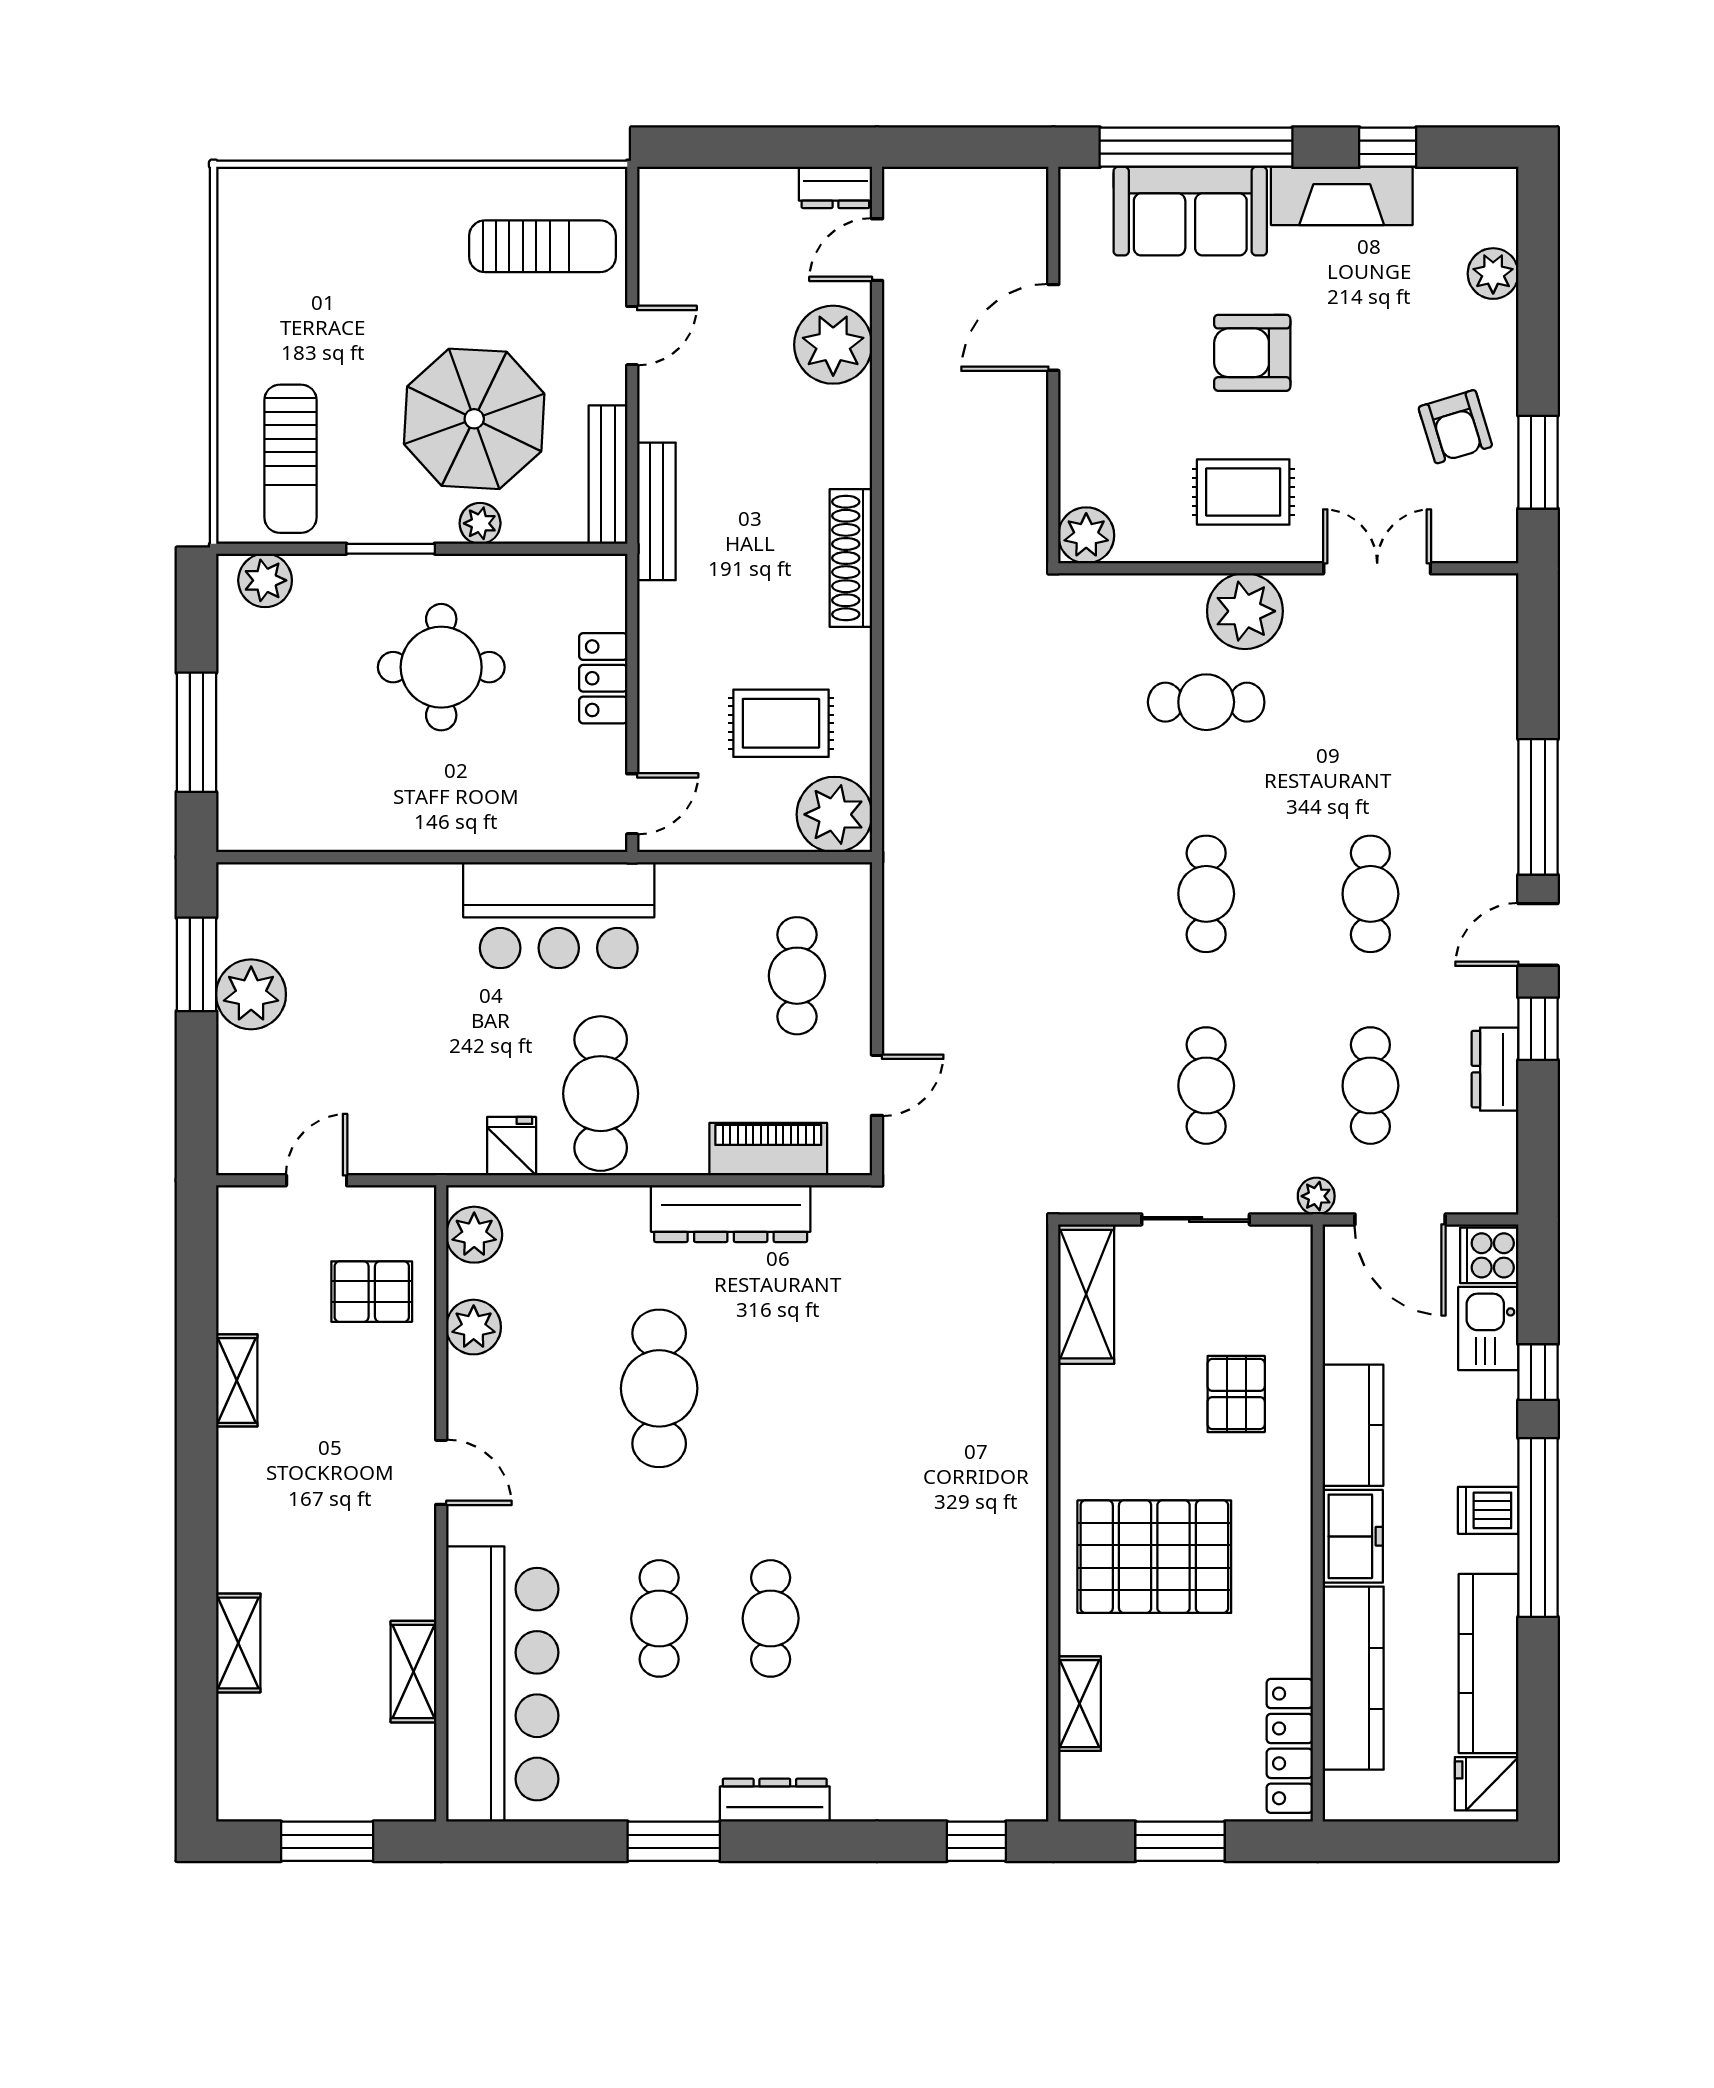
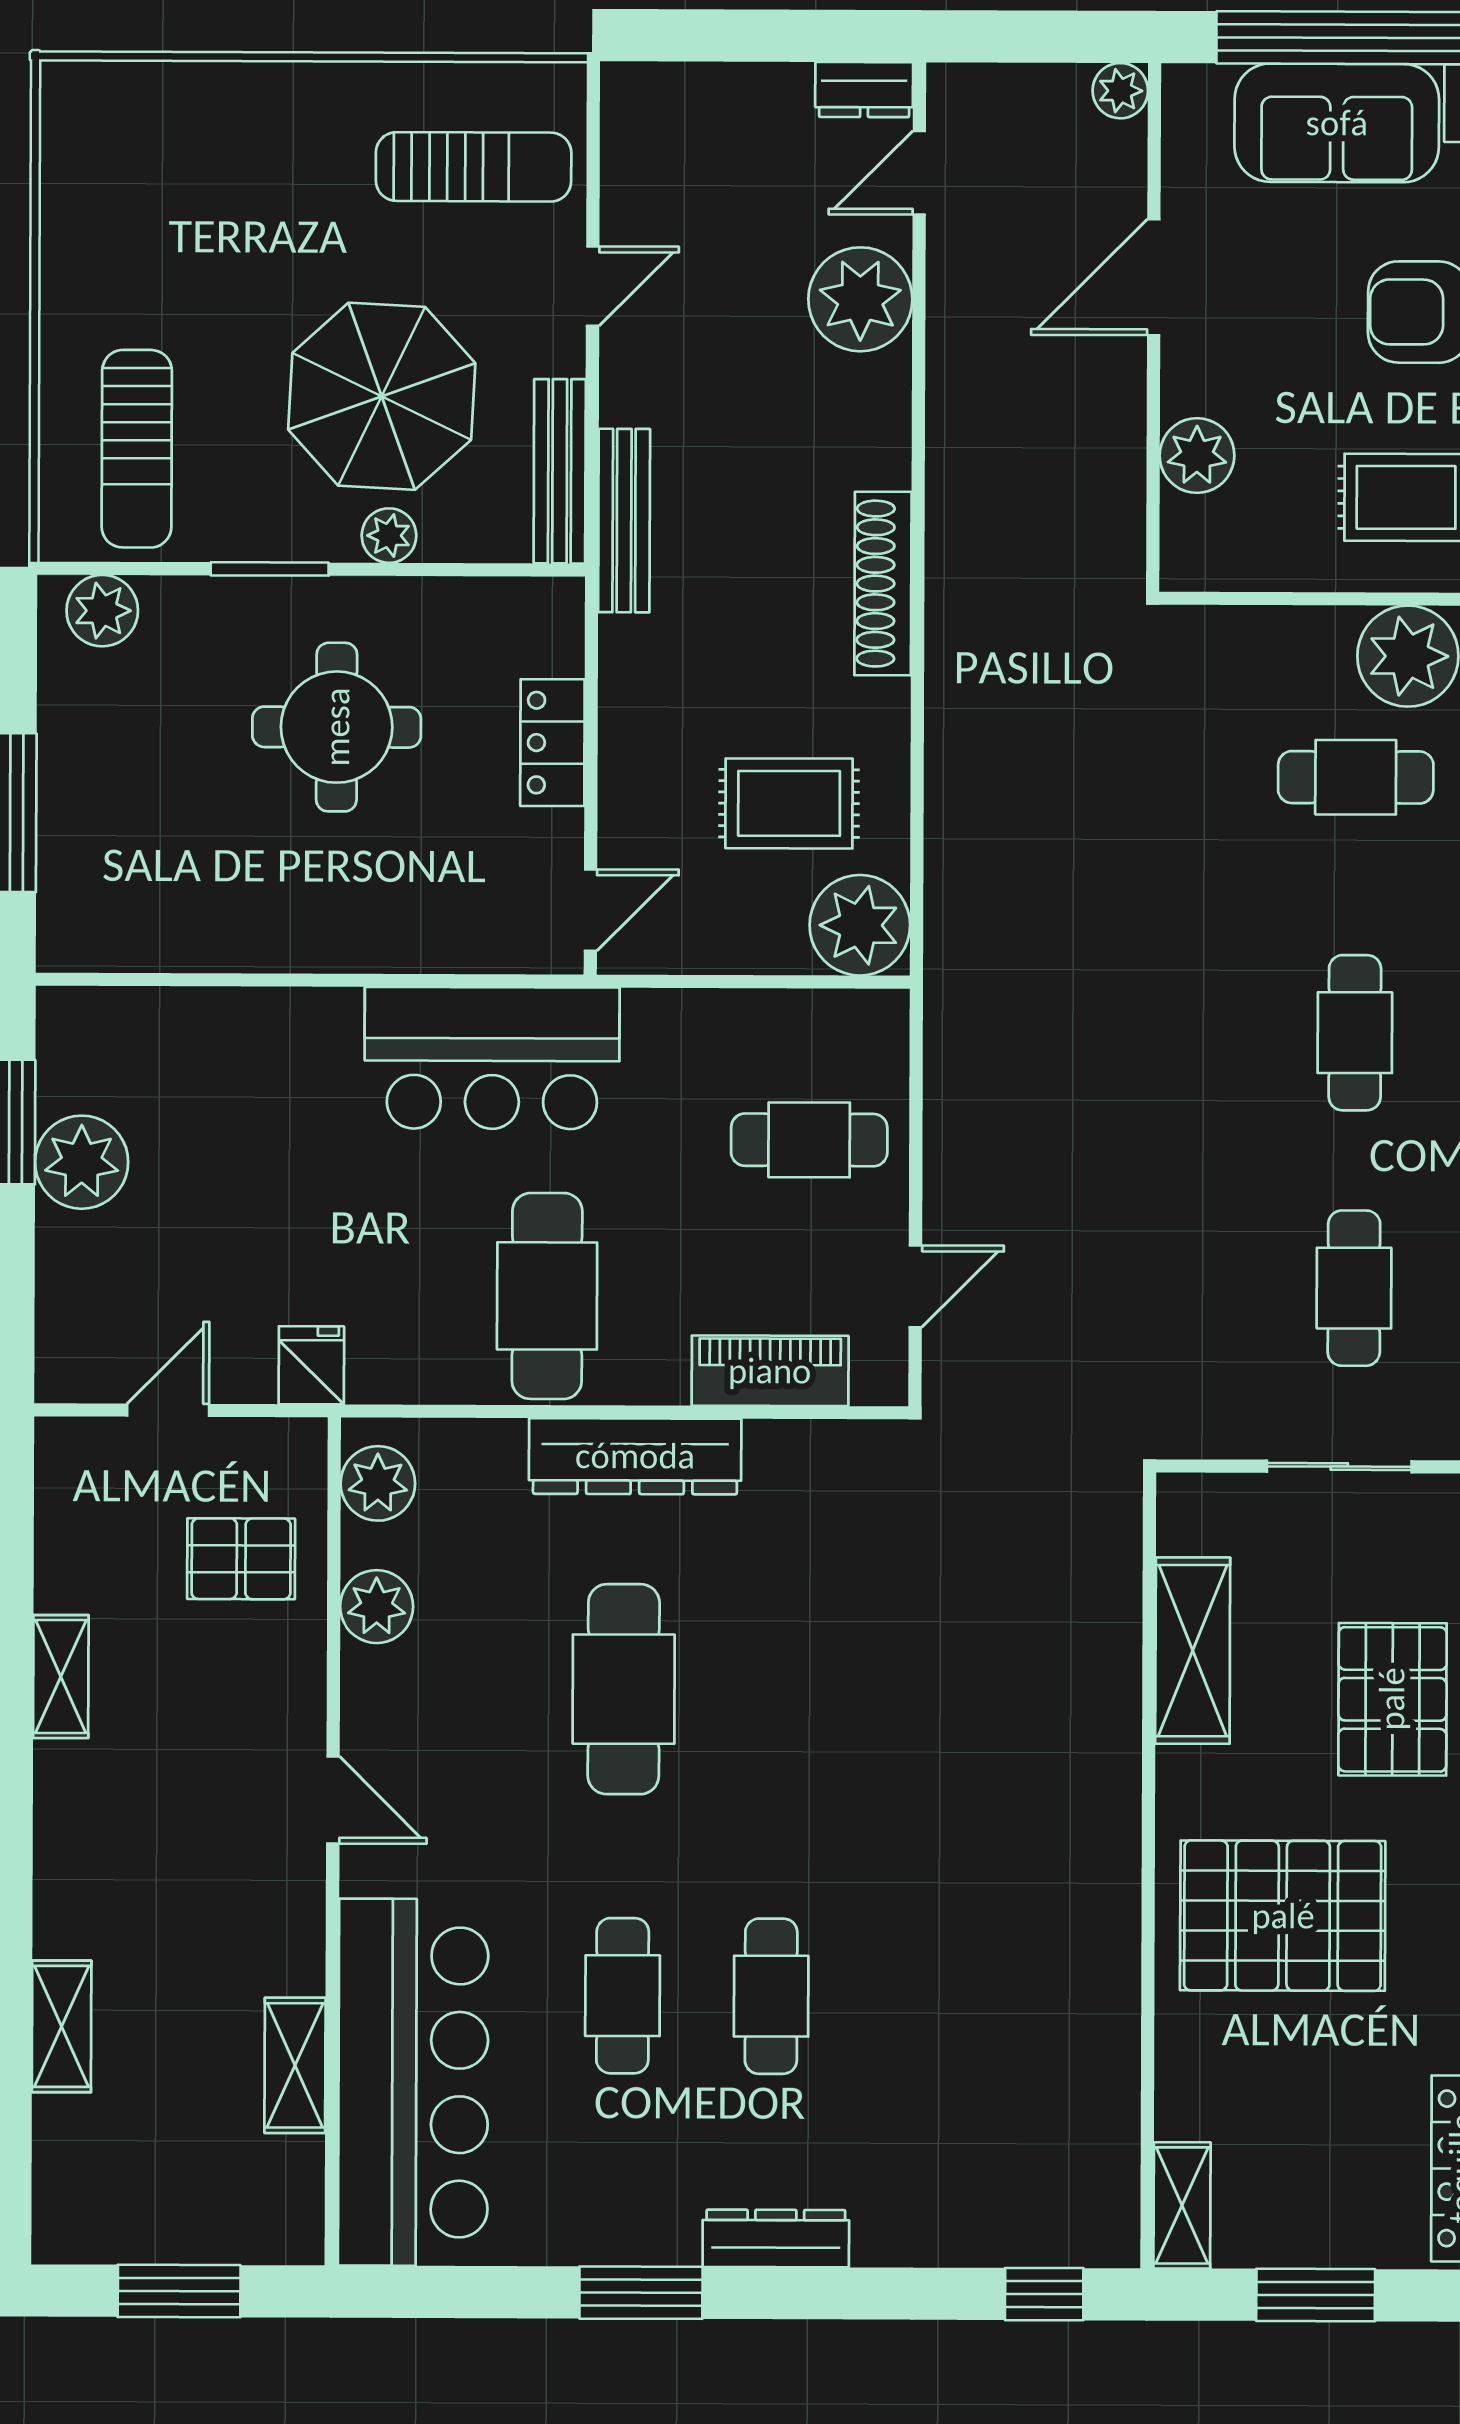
plant: (1028, 188) -> (1120, 91), added
plant: (1086, 535) -> (1197, 456), moved
cafe table: (797, 976) -> (809, 1140), turned 90
fridge: (512, 1146) -> (311, 1365), moved
dresser: (731, 1214) -> (635, 1456), moved
shelving: (1086, 1294) -> (1193, 1651), moved
pallet: (1236, 1394) -> (1392, 1699), width x1.50, depth x1.42
shelving: (1079, 1704) -> (1182, 2205), moved

